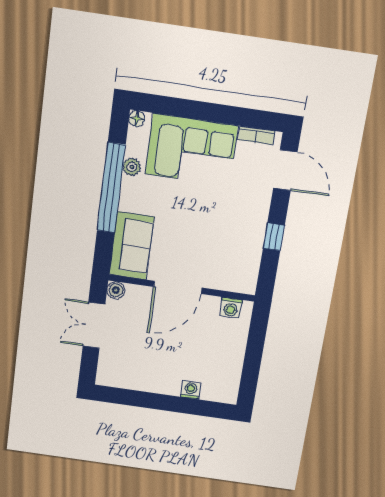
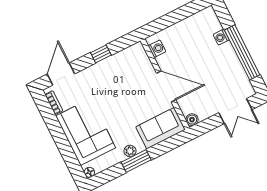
plant: (132, 167) -> (130, 151), moved
window: (111, 188) -> (136, 161), width x0.47
double door: (94, 325) -> (235, 111), moved
window: (156, 401) -> (242, 52), added

